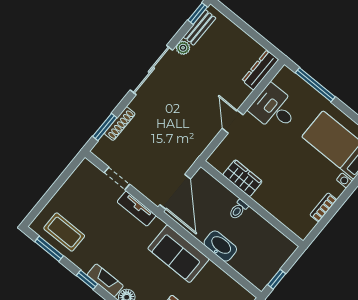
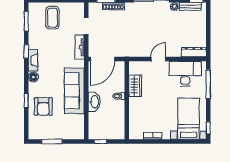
desk: (274, 108) -> (185, 74), width x1.37
coffee table: (64, 232) -> (52, 18), moved
sofa: (178, 254) -> (74, 91), width x1.36

